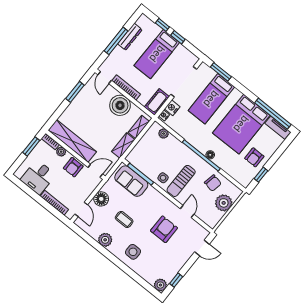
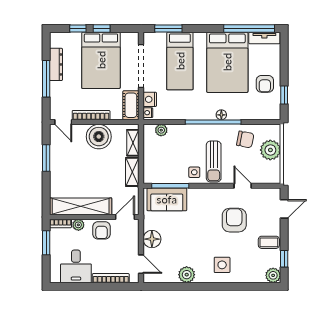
bed: (157, 54) -> (101, 60), width x1.50
coffee table: (124, 219) -> (269, 242), moved

